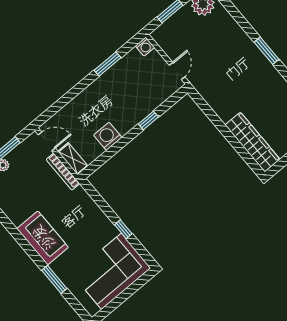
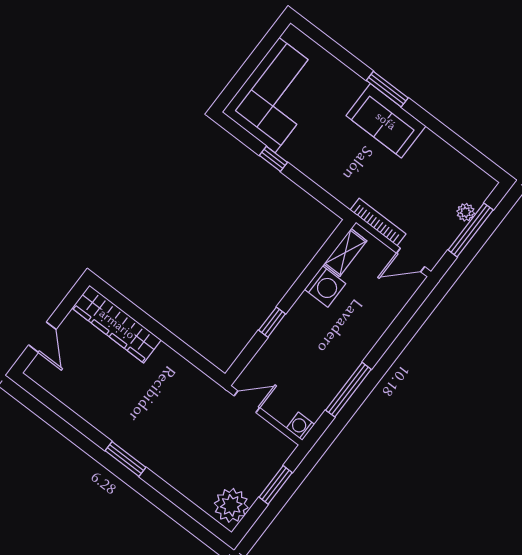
window: (107, 64) -> (348, 390), width x1.44
door: (177, 71) -> (247, 402), swing flipped
shelving: (73, 159) -> (345, 252), moved, turned 90
window: (54, 279) -> (387, 89), moved

